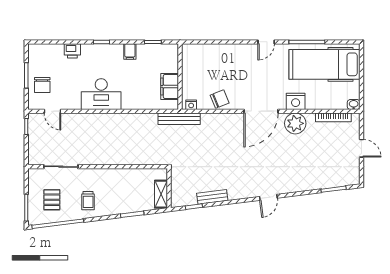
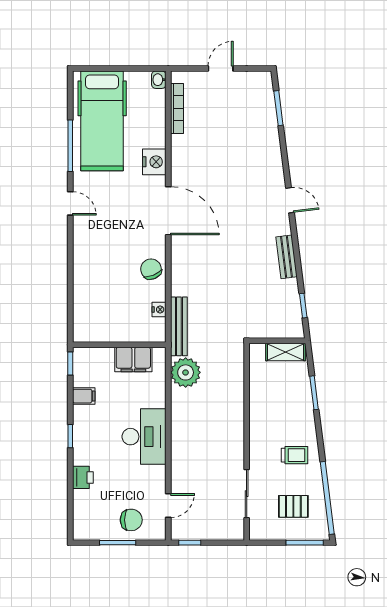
wall: (180, 77) -> (119, 345), moved
filing cabinet: (170, 86) -> (133, 359), moved
plant: (295, 123) -> (186, 372), moved
bench: (212, 197) -> (287, 257), moved

